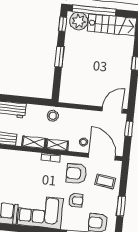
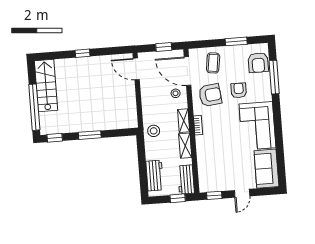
plant: (79, 21) -> (49, 122), removed
window: (129, 129) -> (164, 47), moved
door: (102, 157) -> (188, 71), hinge flipped
armchair: (76, 173) -> (210, 95), turned -97

